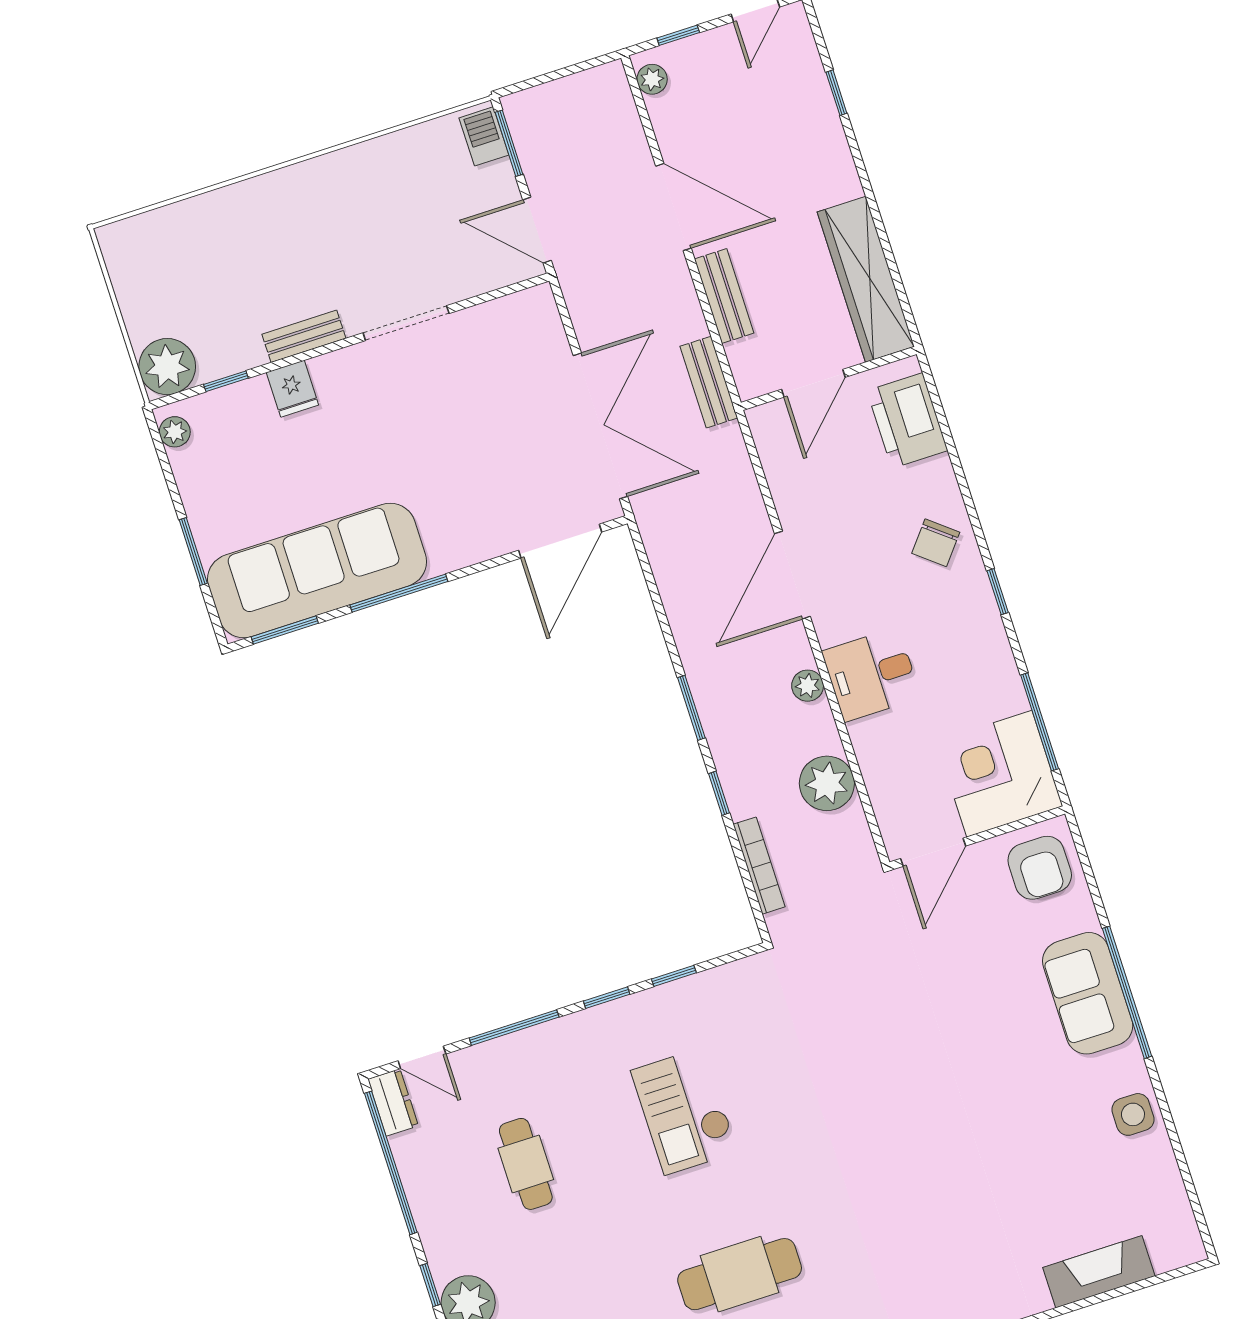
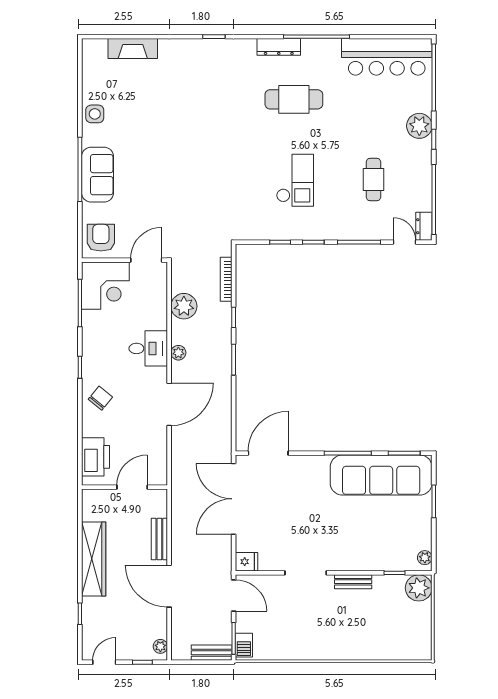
wardrobe: (866, 279) -> (94, 559), moved
bench: (709, 382) -> (212, 653), moved, turned 90
fridge: (292, 389) -> (246, 562), moved, turned 90

